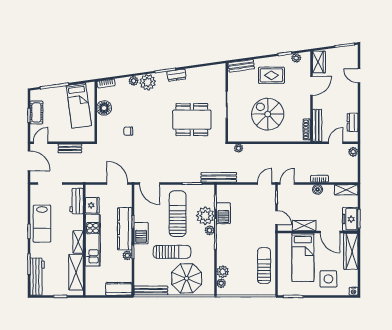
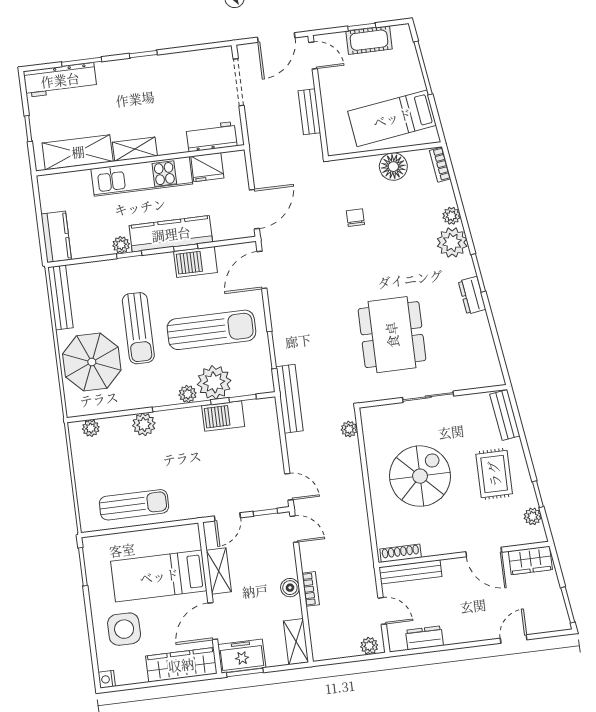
lab bench: (42, 224) -> (161, 77), removed
barbecue: (141, 233) -> (196, 262), moved
plant: (223, 272) -> (144, 424), moved

